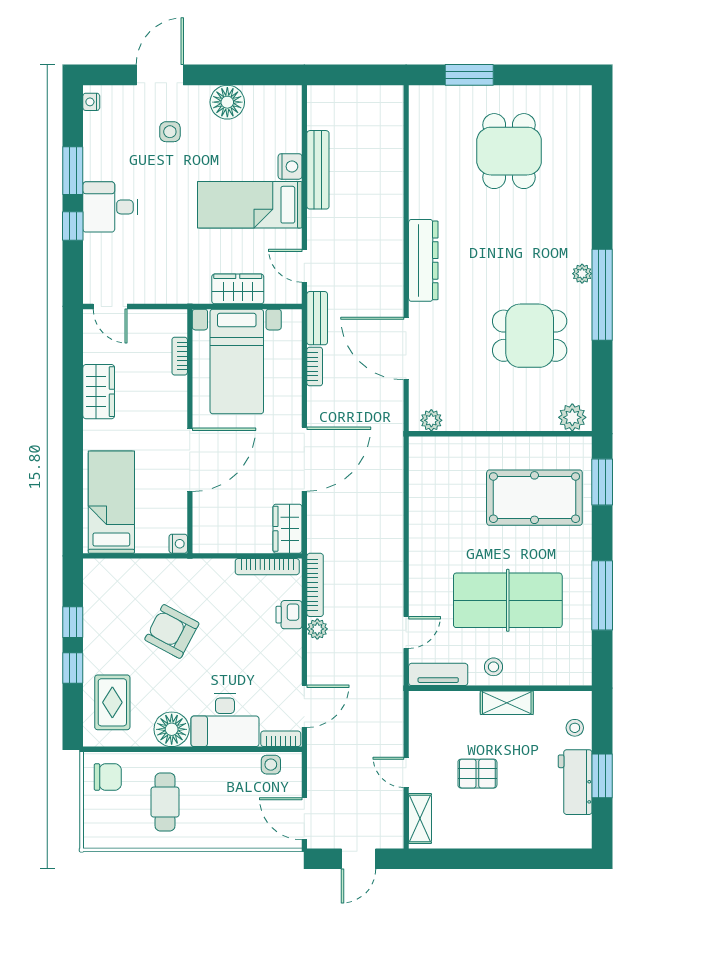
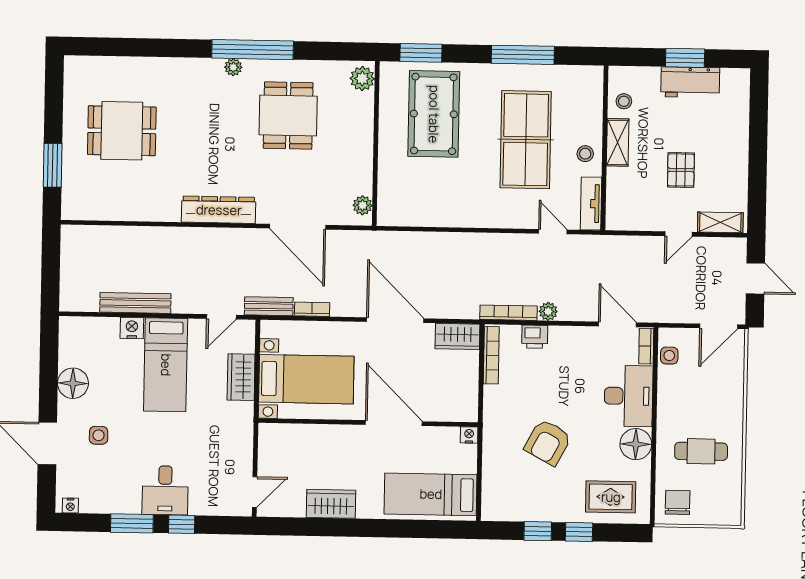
door: (406, 349) -> (298, 227), hinge flipped
bookcase: (180, 356) -> (300, 430), removed
stool: (575, 728) -> (624, 101), moved

